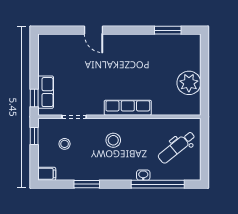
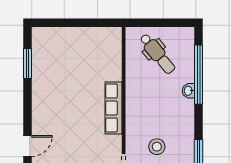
plant: (189, 83) -> (86, 40), removed
stool: (113, 140) -> (157, 147), moved

